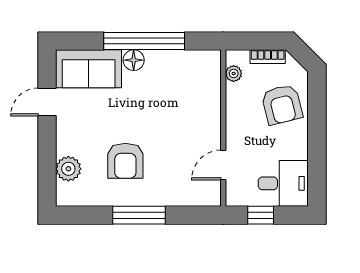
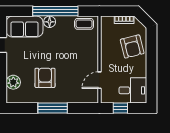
coffee table: (196, 64) -> (84, 24), added
plant: (234, 74) -> (105, 29), removed
armchair: (125, 161) -> (45, 78), turned 180

